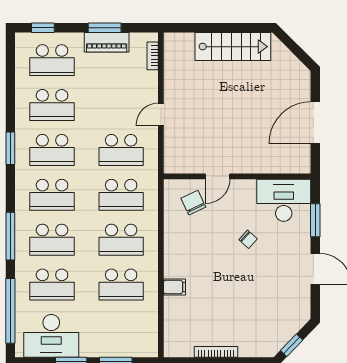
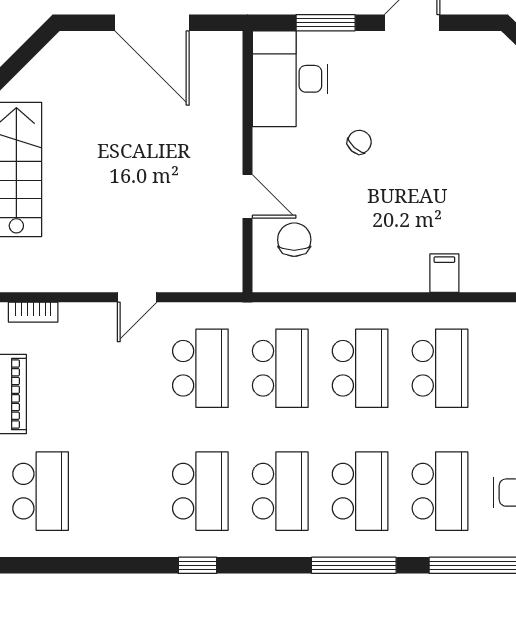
school desk: (52, 105) -> (120, 491), removed
door: (161, 114) -> (137, 297), hinge flipped
window: (10, 148) -> (198, 565), width x0.67
chair: (193, 203) -> (294, 240), turned 115

